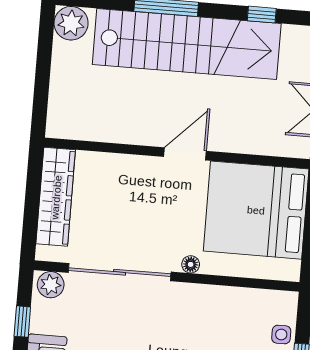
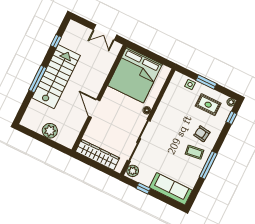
plant: (71, 23) -> (50, 131), moved
stairs: (187, 44) -> (56, 77), width x0.73
door: (185, 154) -> (94, 108), moved

